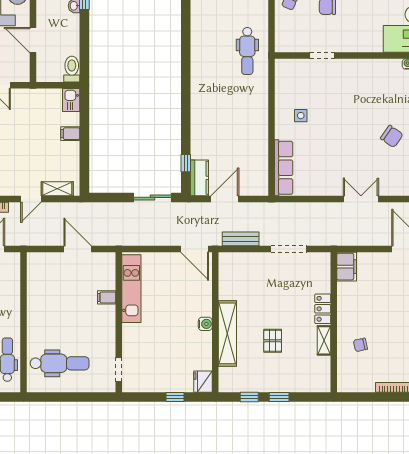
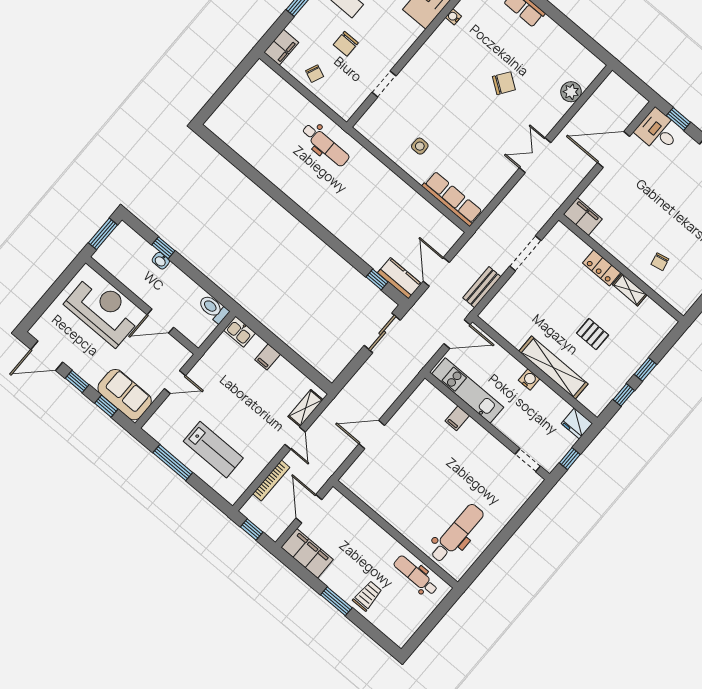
kitchen unit: (131, 289) -> (468, 391), moved
filing cabinet: (107, 297) -> (457, 418), moved
wall: (119, 322) -> (487, 426), moved
doorway: (119, 369) -> (528, 460), moved

